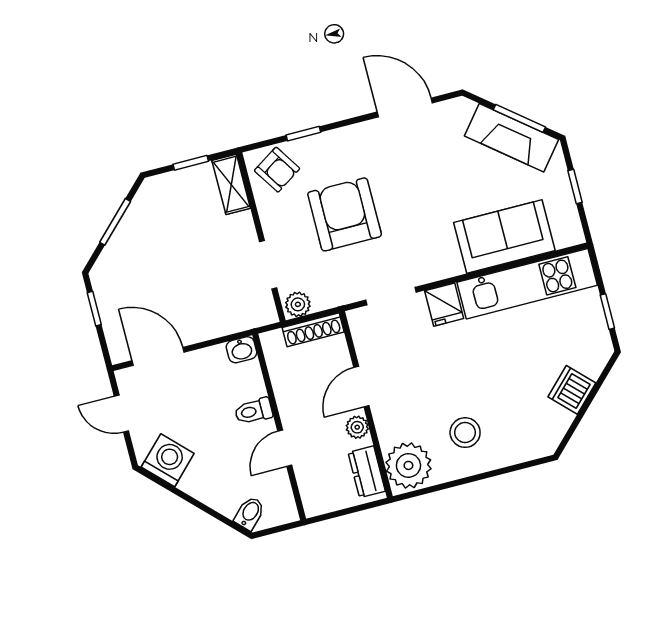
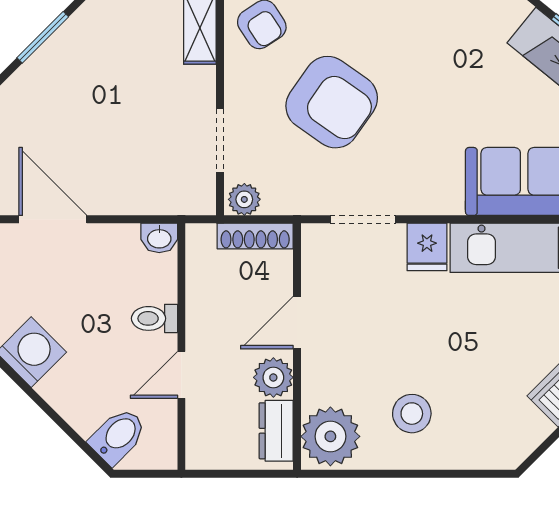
armchair: (345, 214) -> (332, 102), turned 125
plant: (357, 427) -> (273, 377), width x1.38, depth x1.38
bidet: (250, 513) -> (118, 436), width x1.38, depth x1.36

